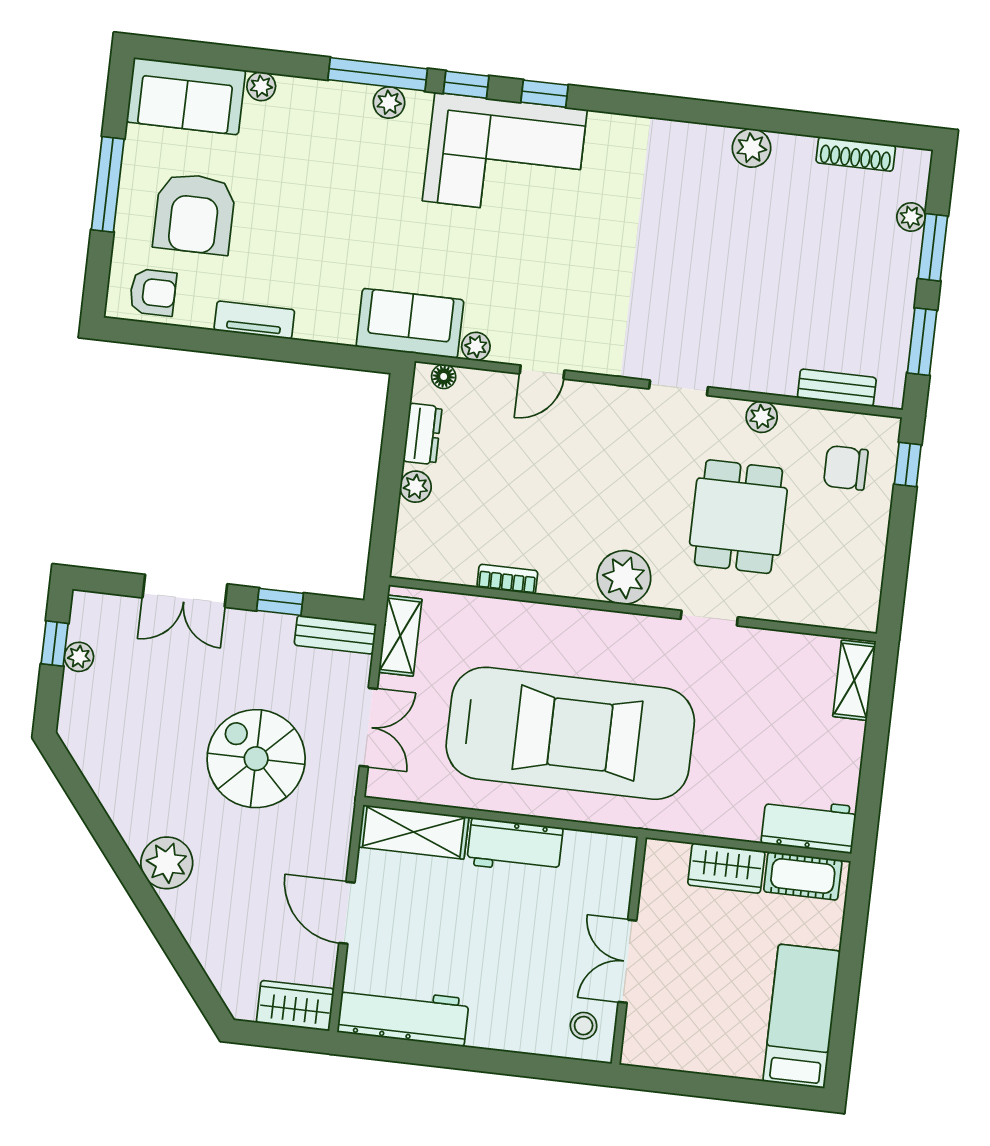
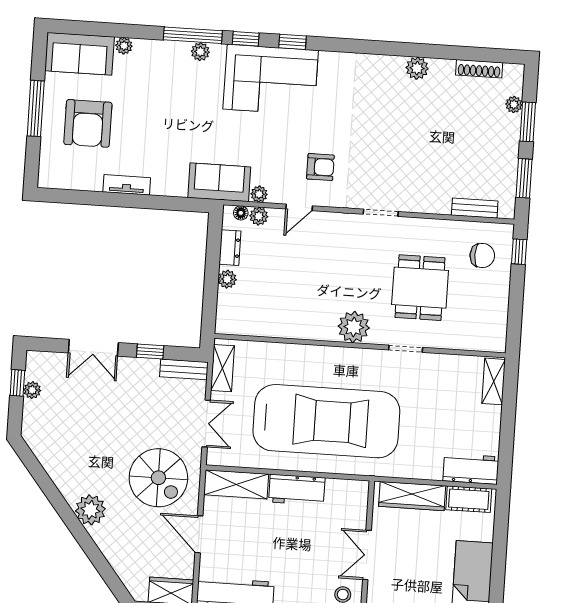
armchair: (153, 292) -> (320, 167), moved
plant: (762, 417) -> (259, 216), moved
chair: (846, 468) -> (482, 255), turned 180
bookcase: (507, 579) -> (285, 331), removed
spiral stairs: (256, 759) -> (158, 478), moved, turned 180
wardrobe: (726, 868) -> (412, 496), width x1.50

